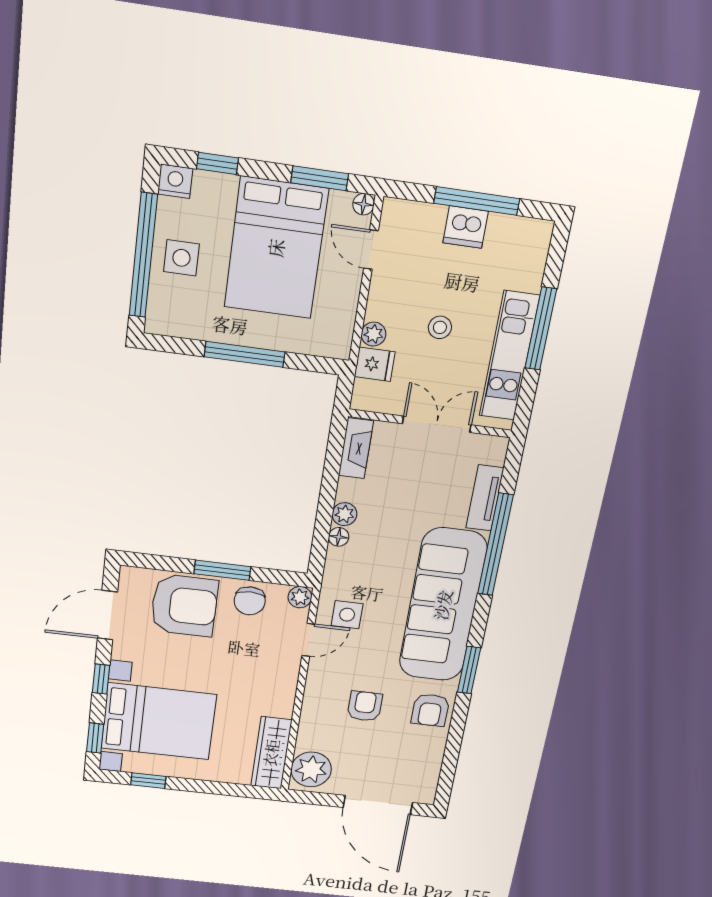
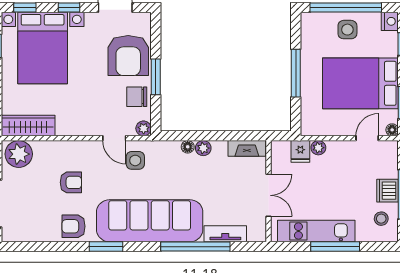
stool: (440, 327) -> (381, 219), moved

